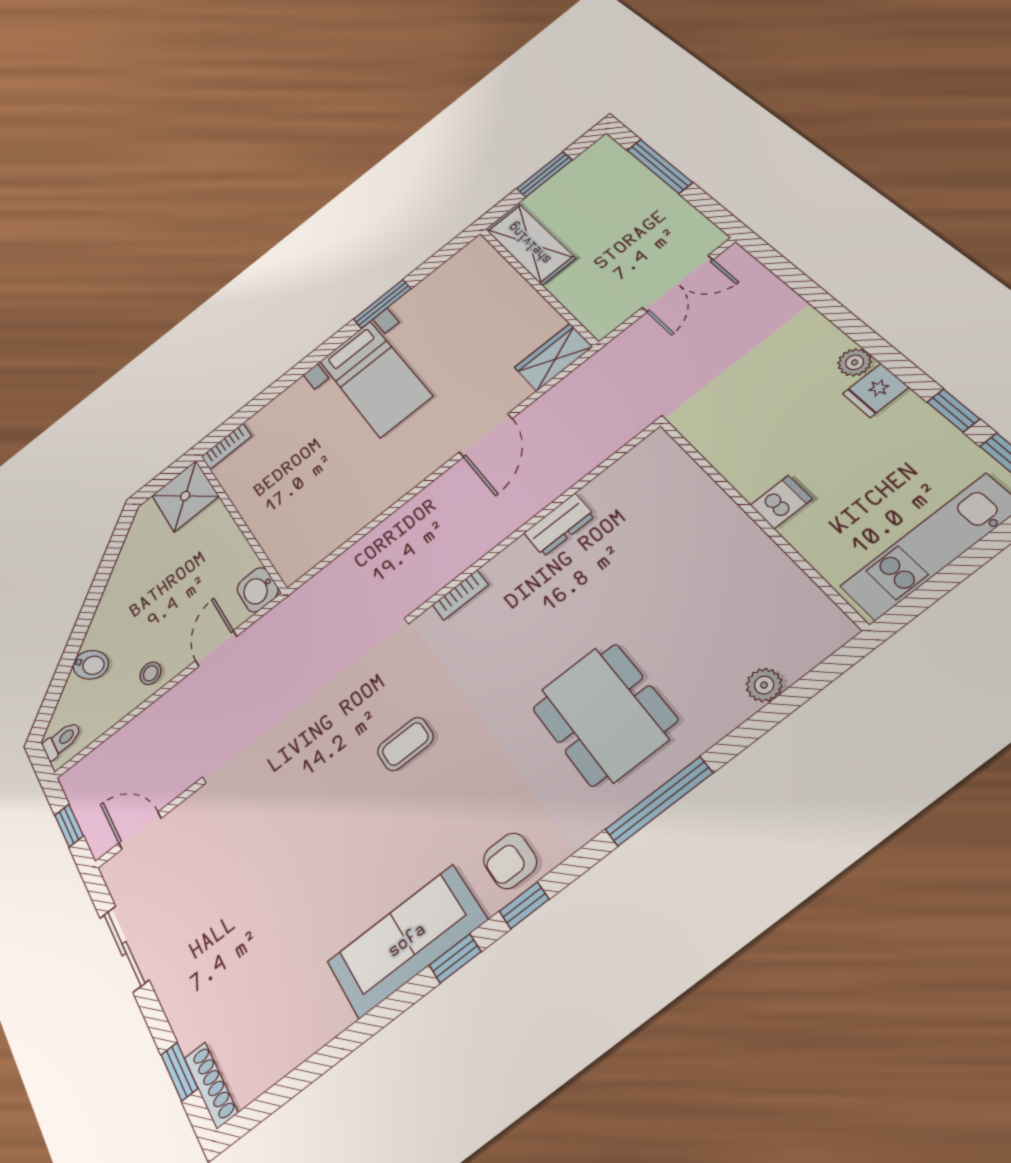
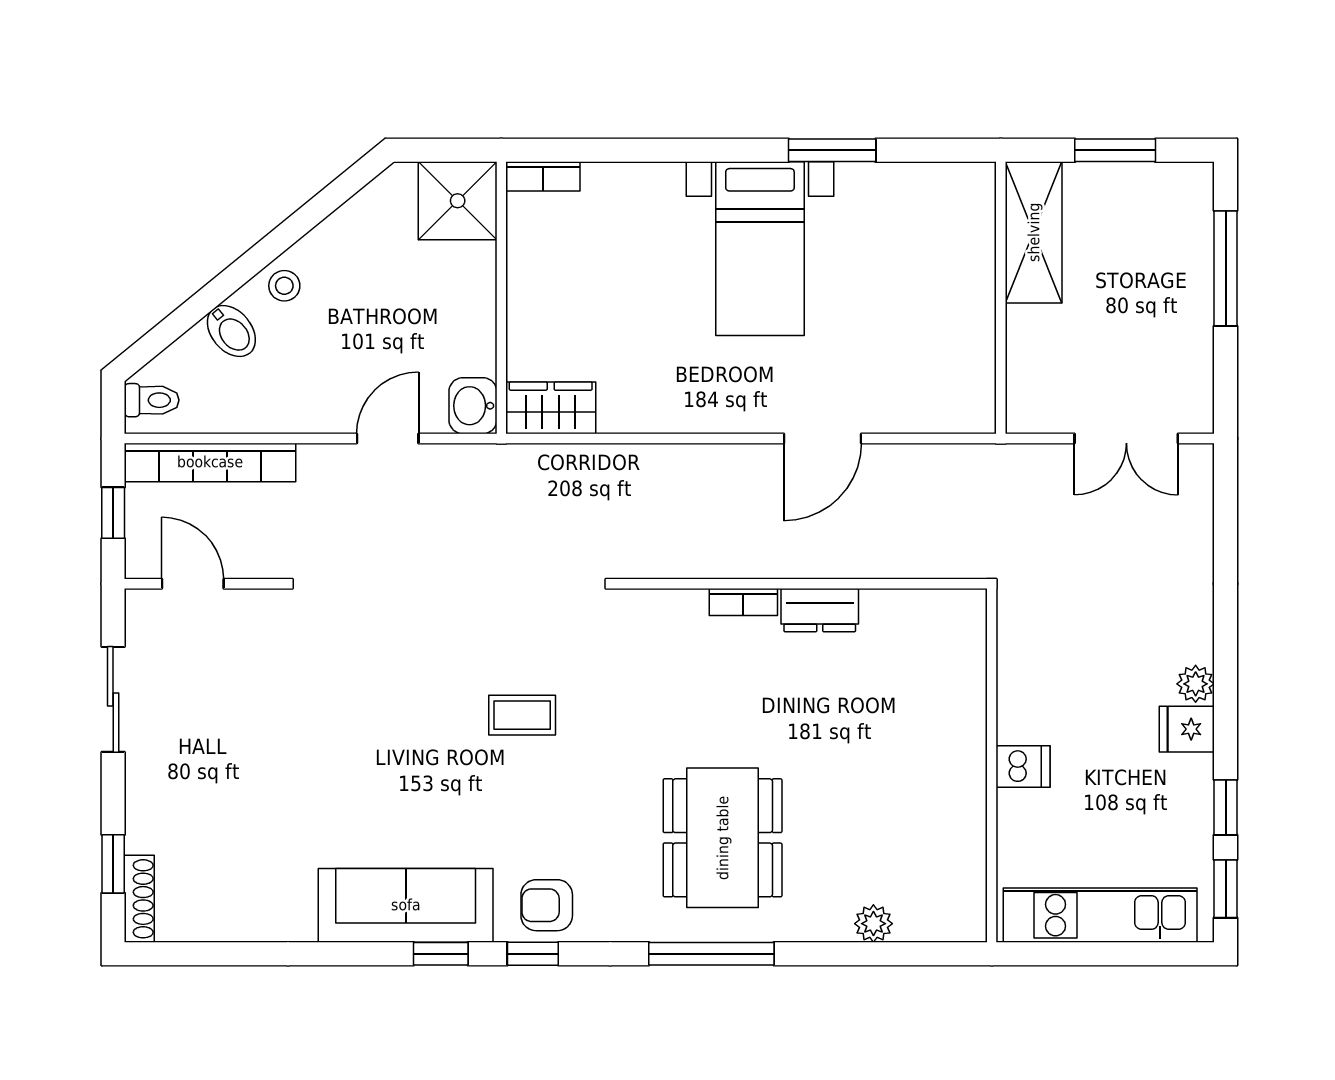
wardrobe: (553, 357) -> (551, 408), moved
bookcase: (460, 595) -> (743, 602), moved
stool: (150, 673) -> (284, 286), moved
bookcase: (115, 748) -> (210, 462), added

